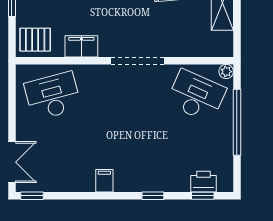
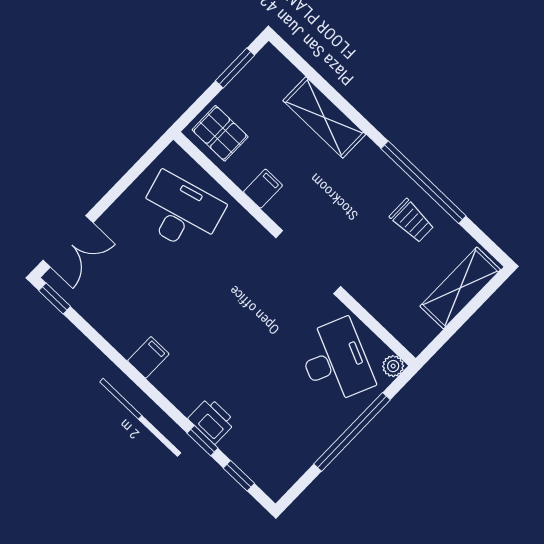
filing cabinet: (81, 46) -> (263, 189), width x0.50
printer: (203, 182) -> (212, 420), moved
window: (153, 196) -> (202, 441), moved

